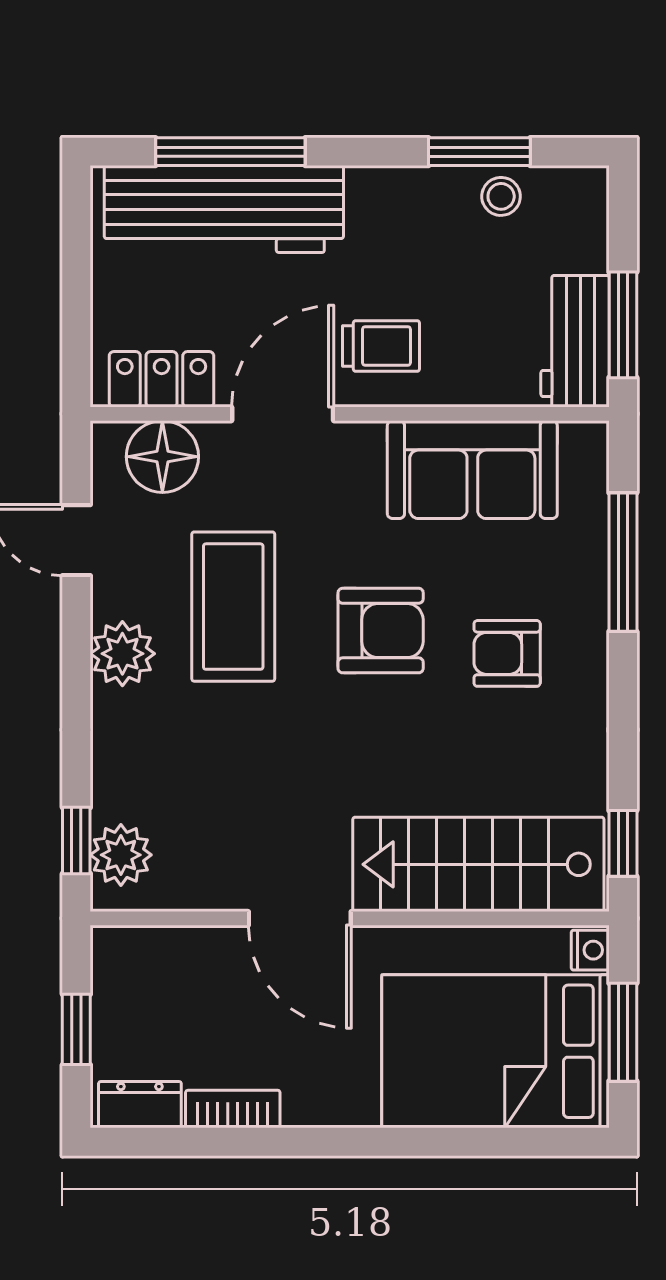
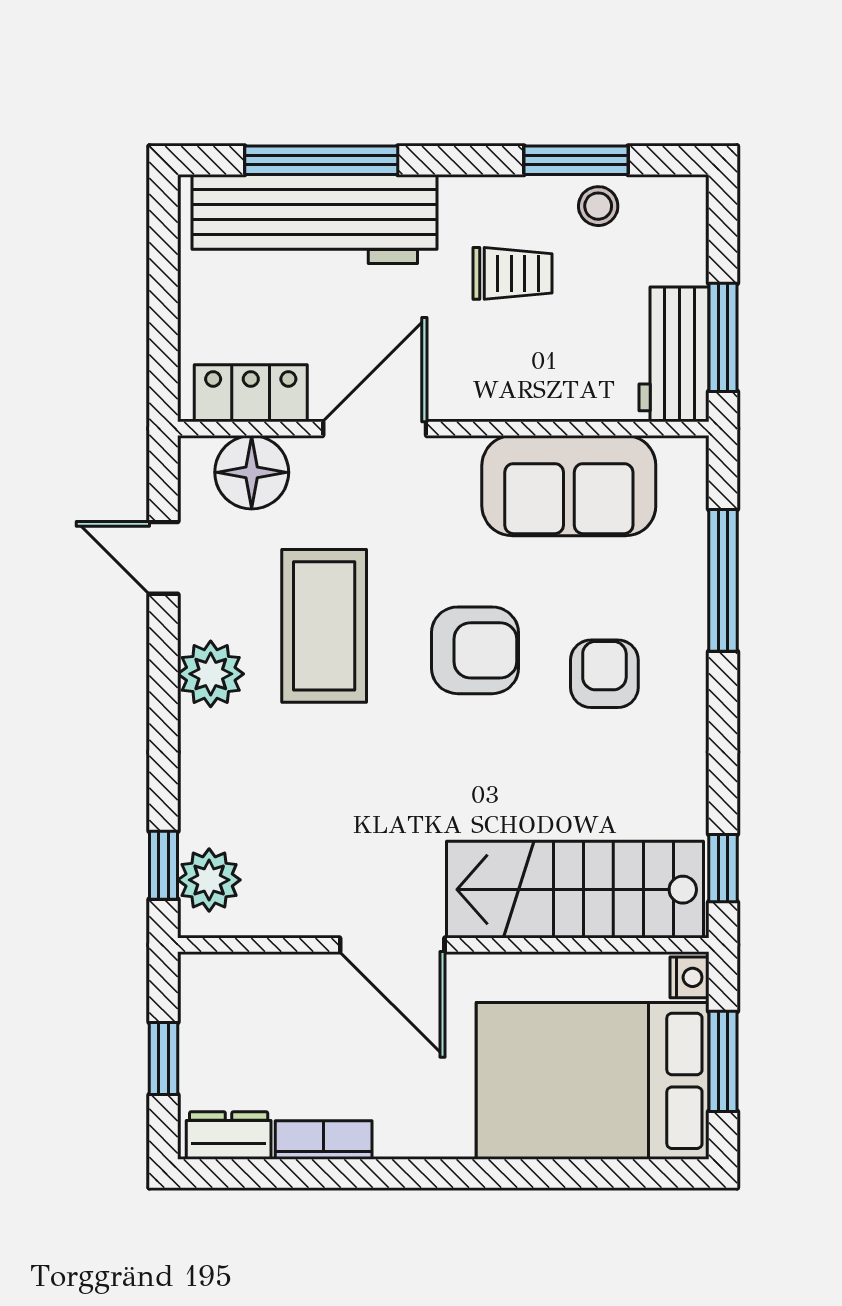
trolley: (381, 346) -> (513, 273), moved
armchair: (507, 653) -> (604, 674), turned 90

